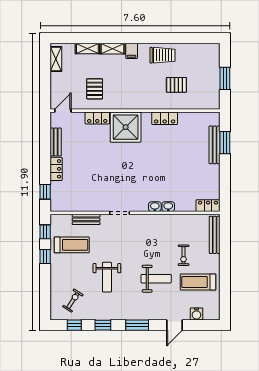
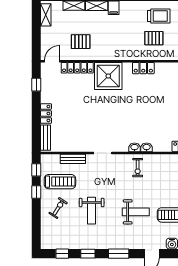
trolley: (162, 55) -> (159, 16), moved
pallet: (95, 89) -> (81, 42), turned 90
locker: (97, 118) -> (77, 68), width x1.53
bench: (56, 142) -> (46, 138), moved
window: (45, 192) -> (36, 85), moved
exercise bike: (184, 255) -> (138, 168), moved
exercise bike: (73, 301) -> (58, 208), moved

